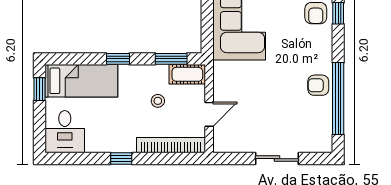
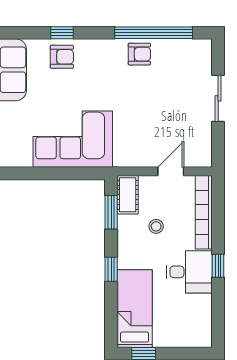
armchair: (318, 85) -> (139, 54), turned -90
door: (209, 114) -> (171, 171), hinge flipped
desk: (65, 132) -> (189, 272), moved

